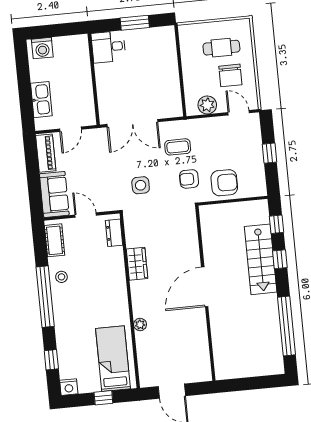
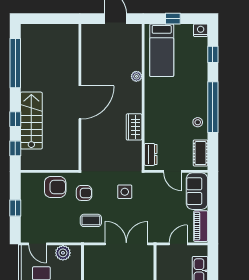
armchair: (224, 183) -> (55, 187), turned 180

